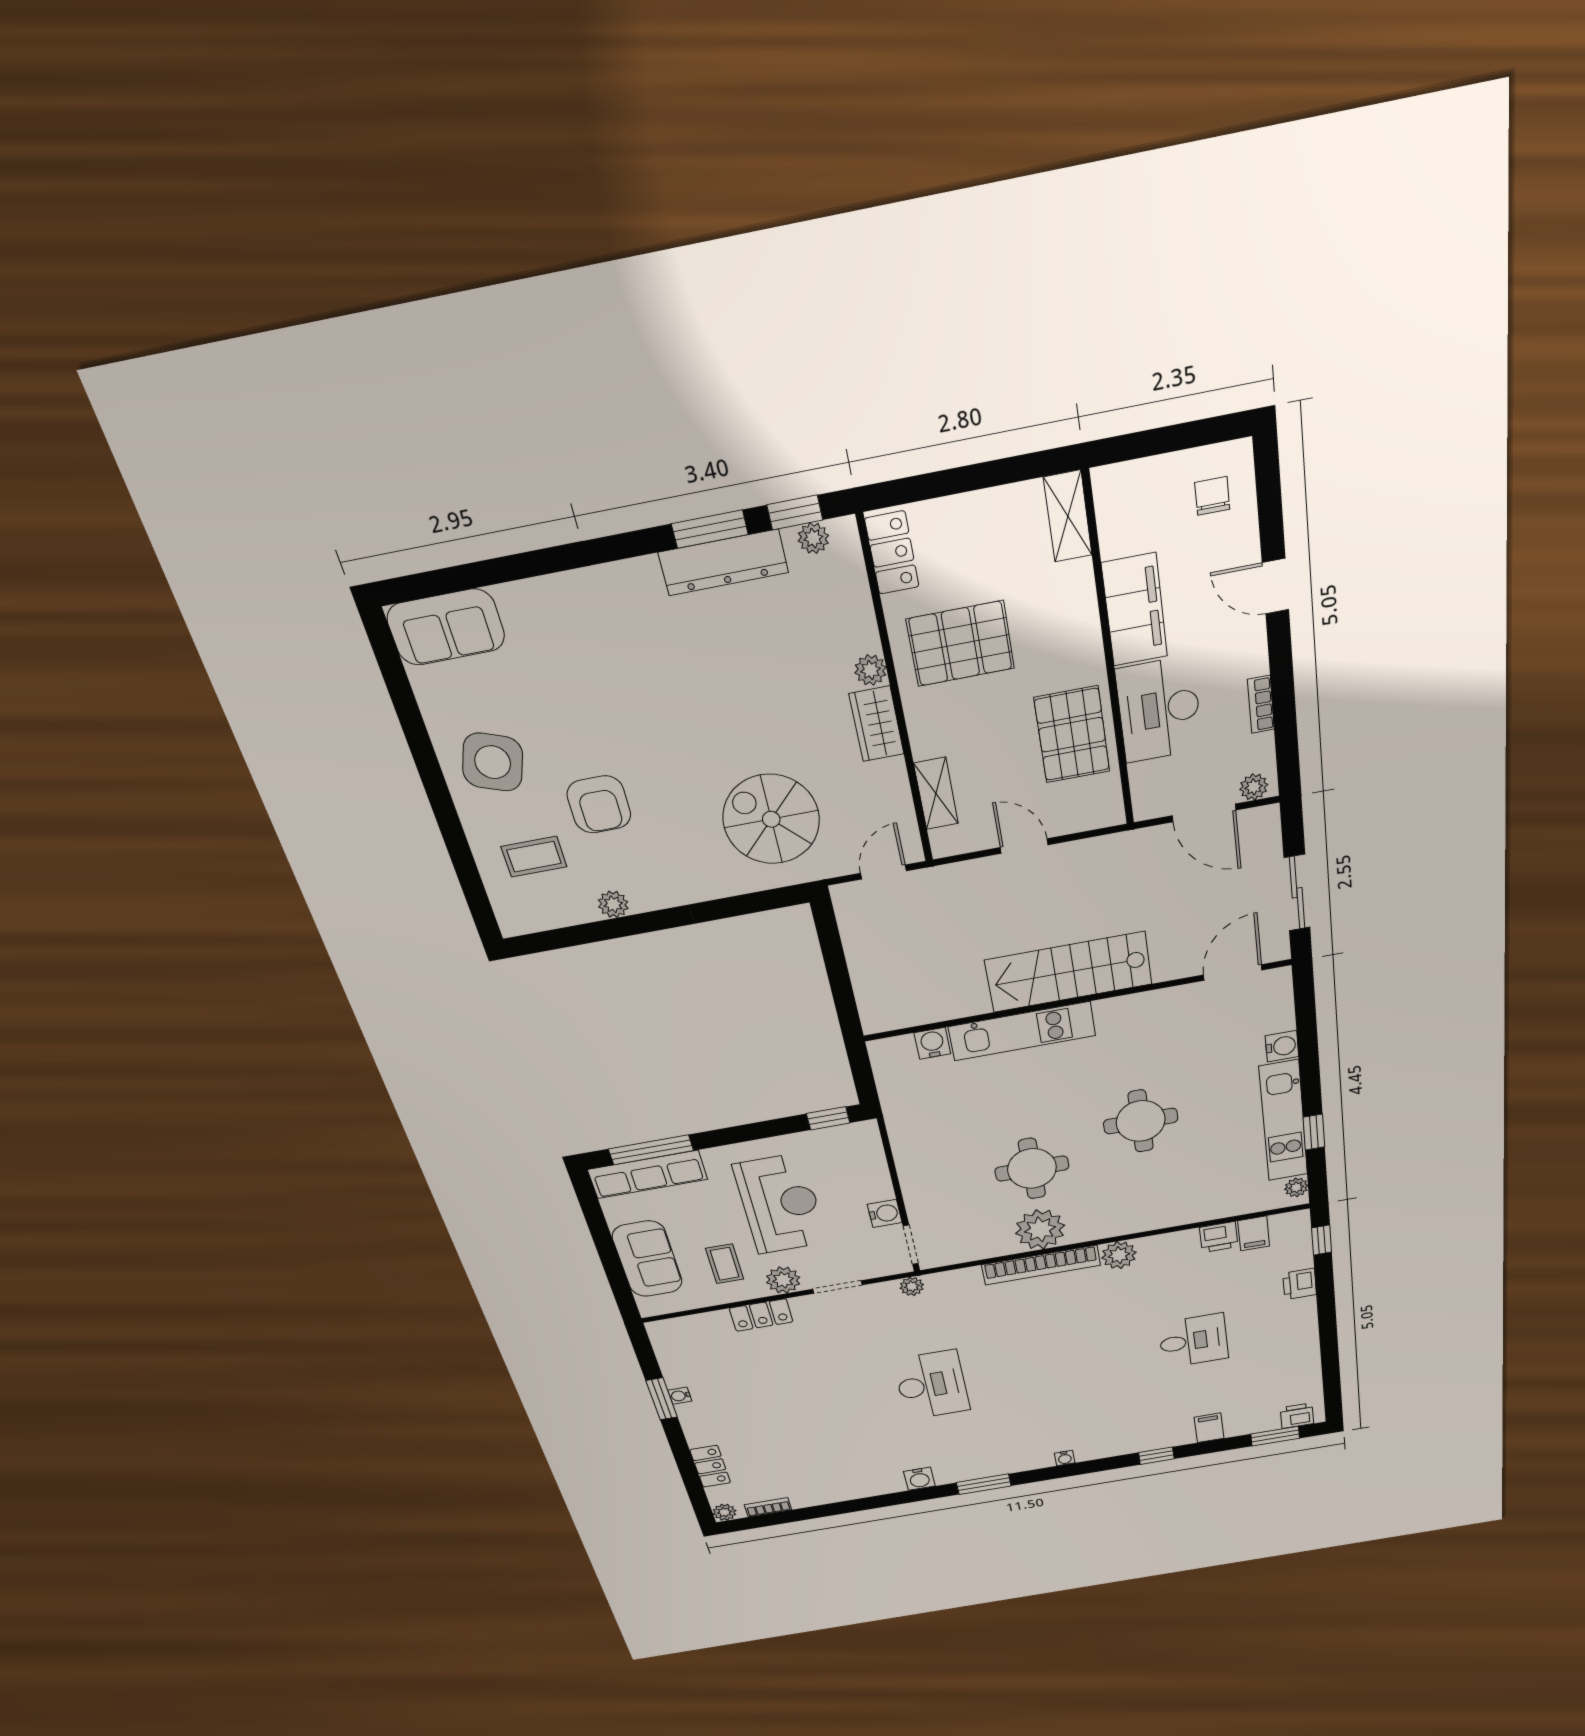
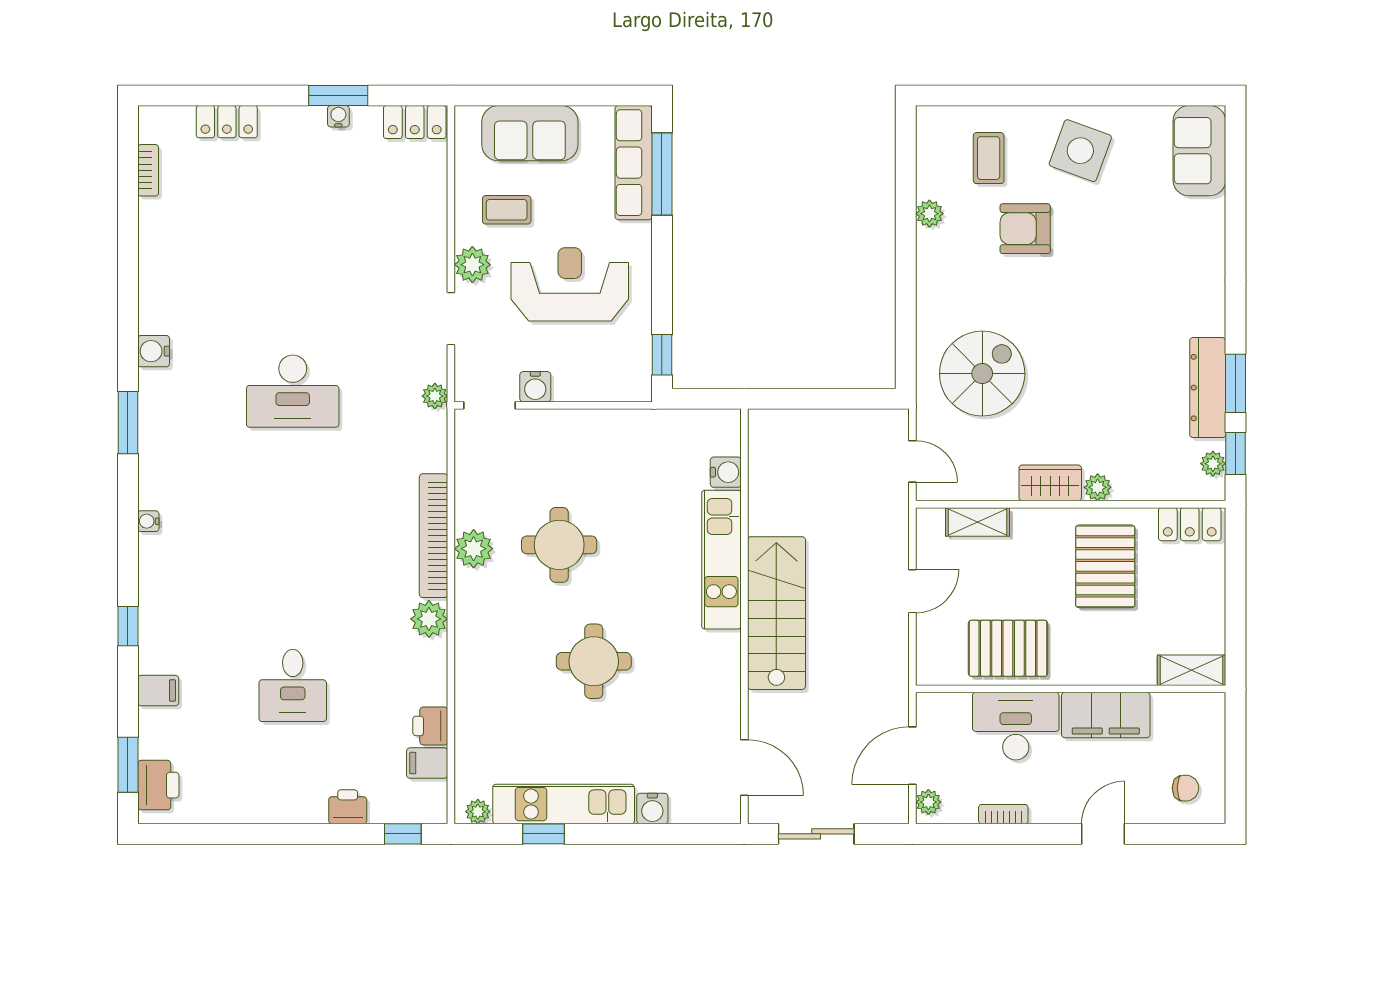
reception desk: (780, 1204) -> (570, 284), turned 180
plant: (1040, 1229) -> (474, 549), width x0.73, depth x0.73
locker: (761, 1315) -> (415, 122), moved, turned -90
printer: (1297, 1416) -> (158, 785), width x1.36, depth x1.24
plant: (724, 1512) -> (152, 119), removed

